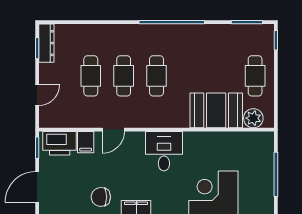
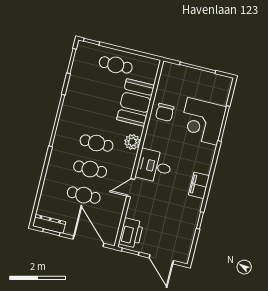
door: (37, 95) -> (88, 241), width x1.88
plant: (253, 118) -> (132, 142), moved
door: (113, 130) -> (131, 188), swing flipped
filing cabinet: (86, 142) -> (135, 212), removed
desk: (164, 151) -> (154, 166), moved
chair: (101, 197) -> (165, 112), moved

